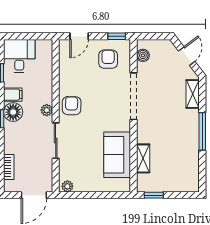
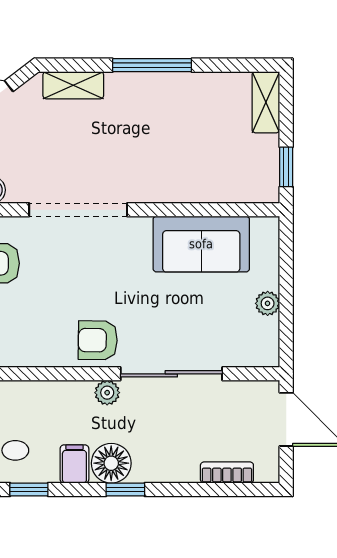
sliding door: (56, 141) -> (171, 374), width x1.37
shelving: (143, 158) -> (266, 102), moved, turned 90
plant: (67, 186) -> (268, 303), moved

